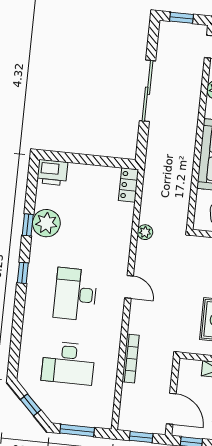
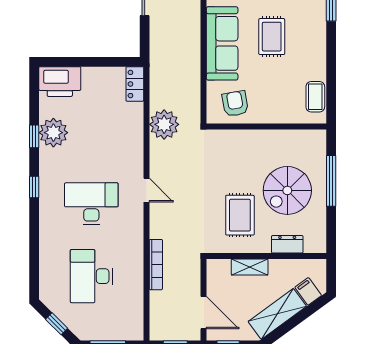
printer: (52, 172) -> (60, 82), width x1.37, depth x1.19
plant: (145, 232) -> (164, 124), width x1.88, depth x1.88
desk: (75, 294) -> (91, 204), turned 90
desk: (68, 363) -> (91, 276), turned 90

